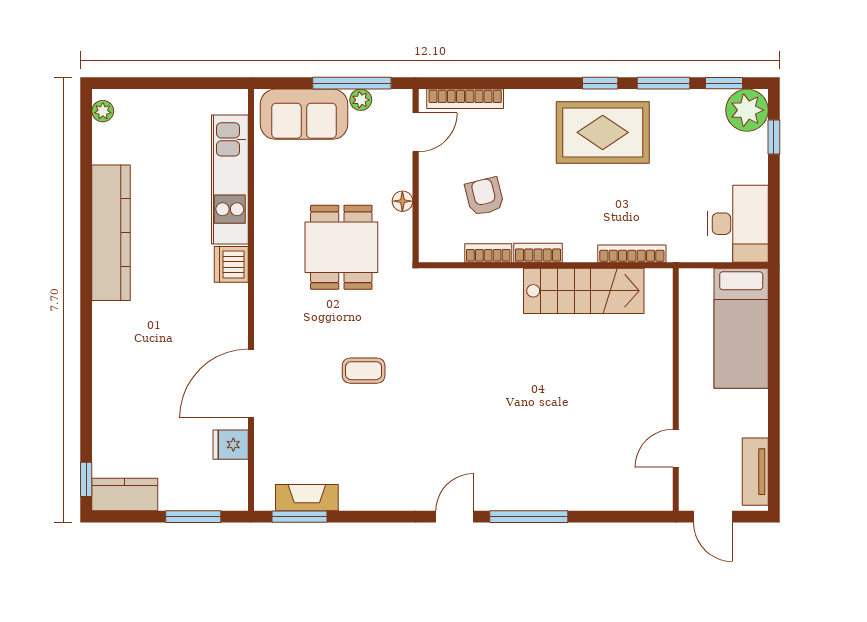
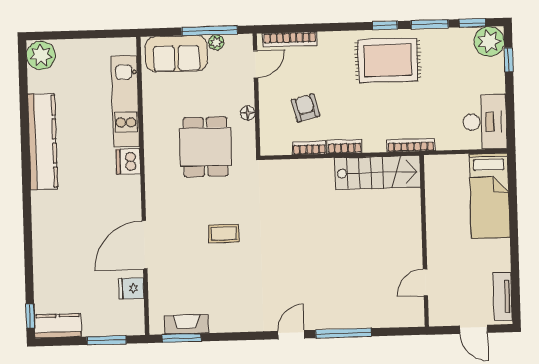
plant: (103, 111) -> (41, 55), width x1.87, depth x1.87
wall: (676, 390) -> (424, 241), moved
door: (676, 448) -> (425, 282), moved

